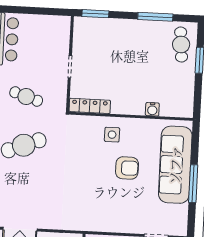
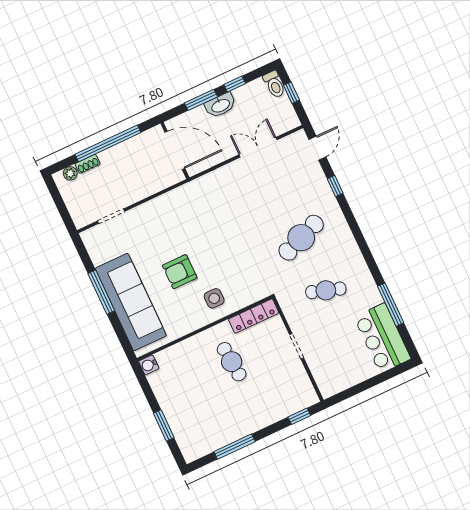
window: (95, 14) -> (299, 416), width x0.67
cafe table: (181, 45) -> (232, 362), moved
water cooler: (152, 109) -> (149, 365), moved, turned -90

